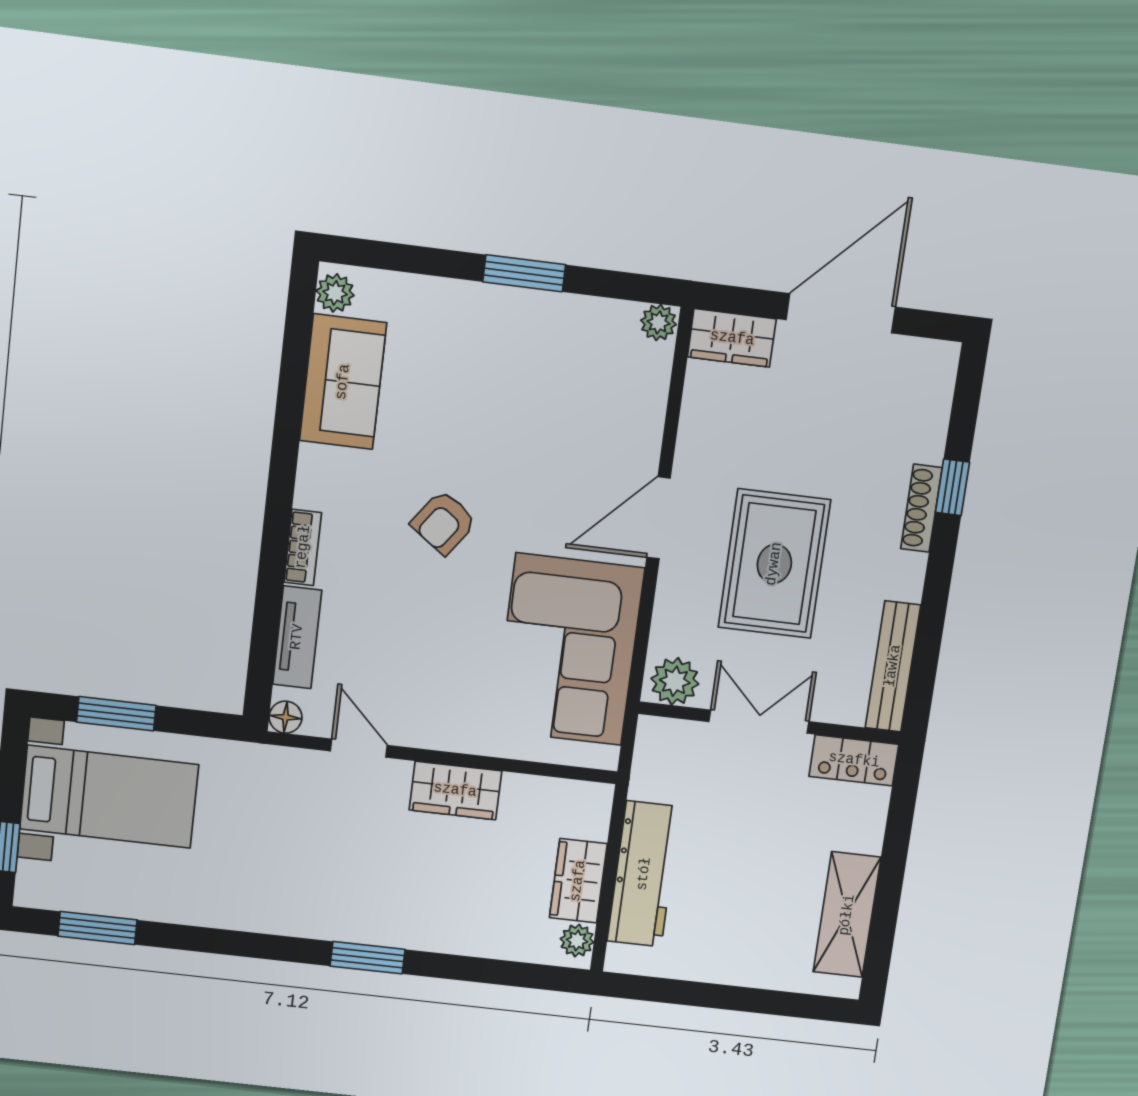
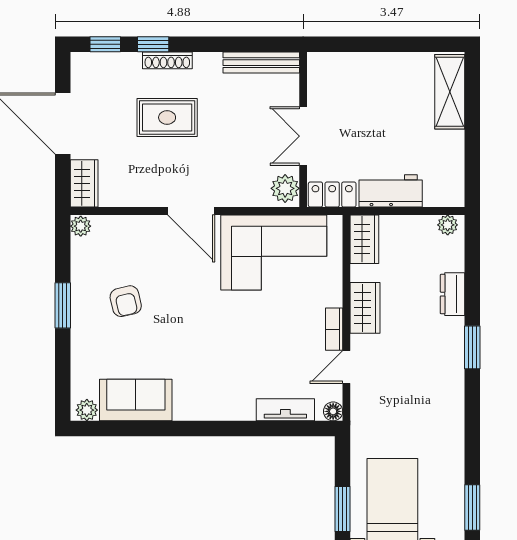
window: (966, 405) -> (105, 44), added
armchair: (444, 523) -> (126, 301), moved, turned 41
bookcase: (303, 547) -> (334, 329), moved, turned -90
rug: (774, 564) -> (167, 117), moved, width x0.73, depth x0.70
locker: (854, 760) -> (332, 194), moved, turned -90
workbench: (644, 874) -> (391, 191), width x0.73
wardrobe: (578, 881) -> (364, 239), moved, turned -90
shelving: (847, 915) -> (450, 92), moved, turned 90
dresser: (461, 936) -> (453, 294), added

